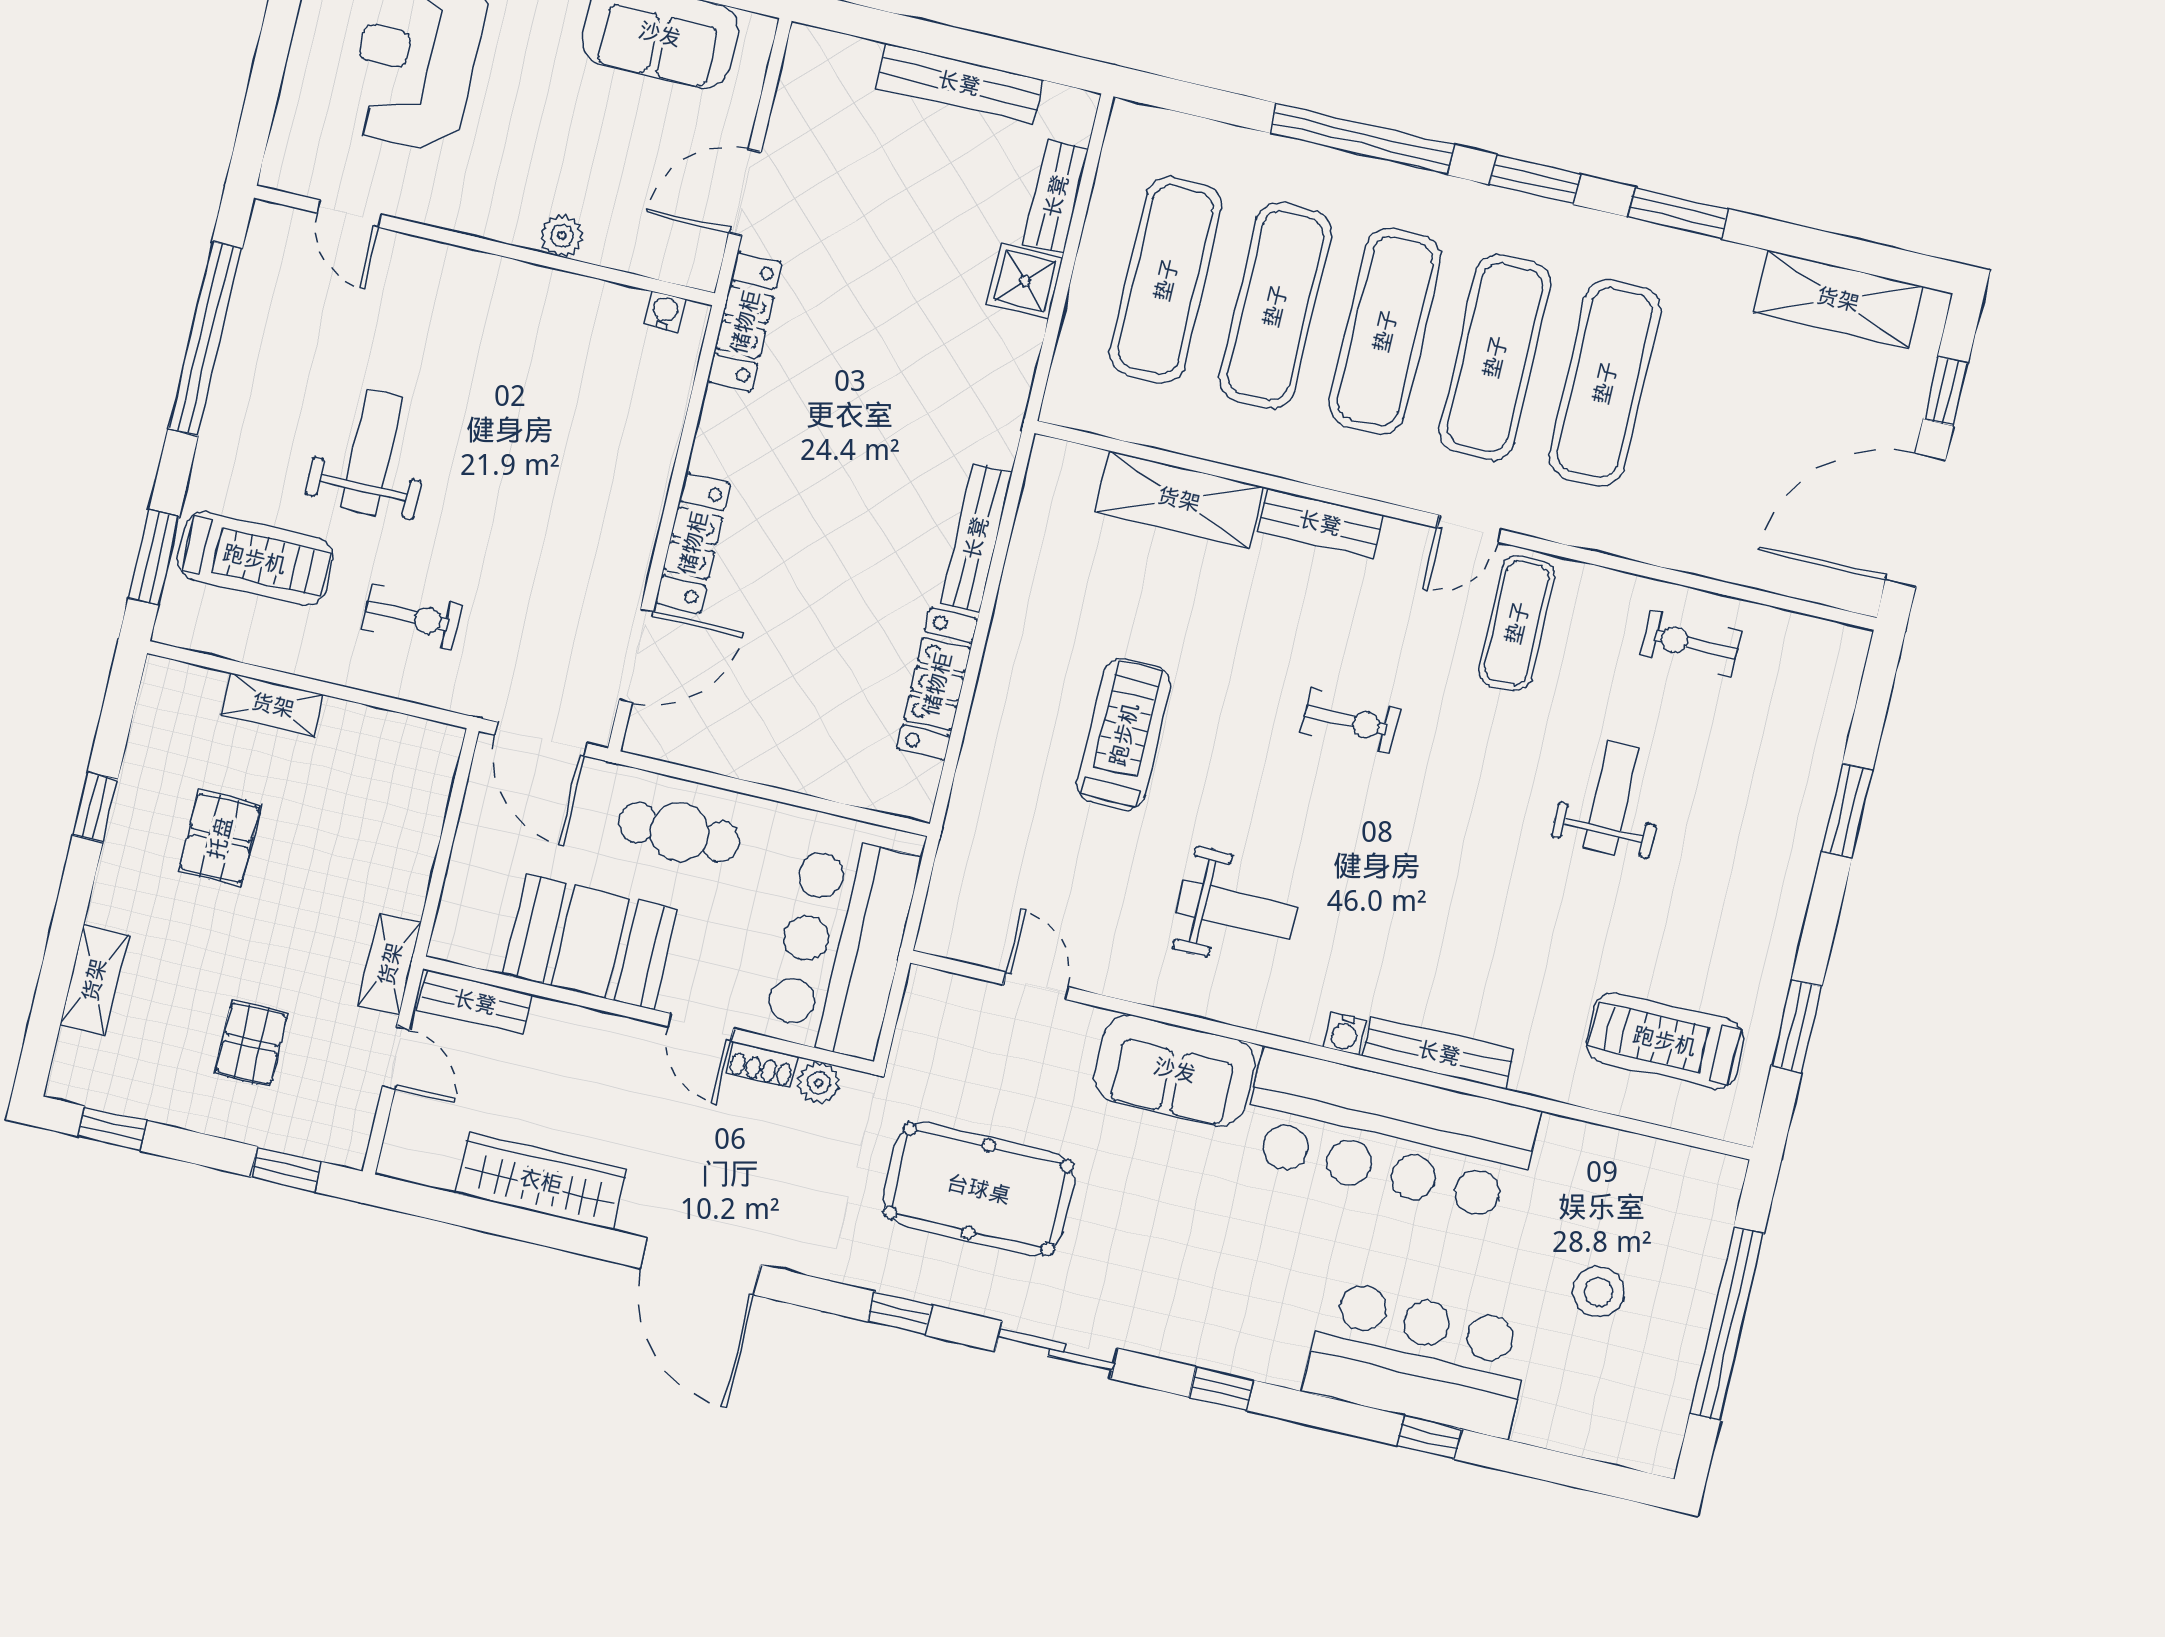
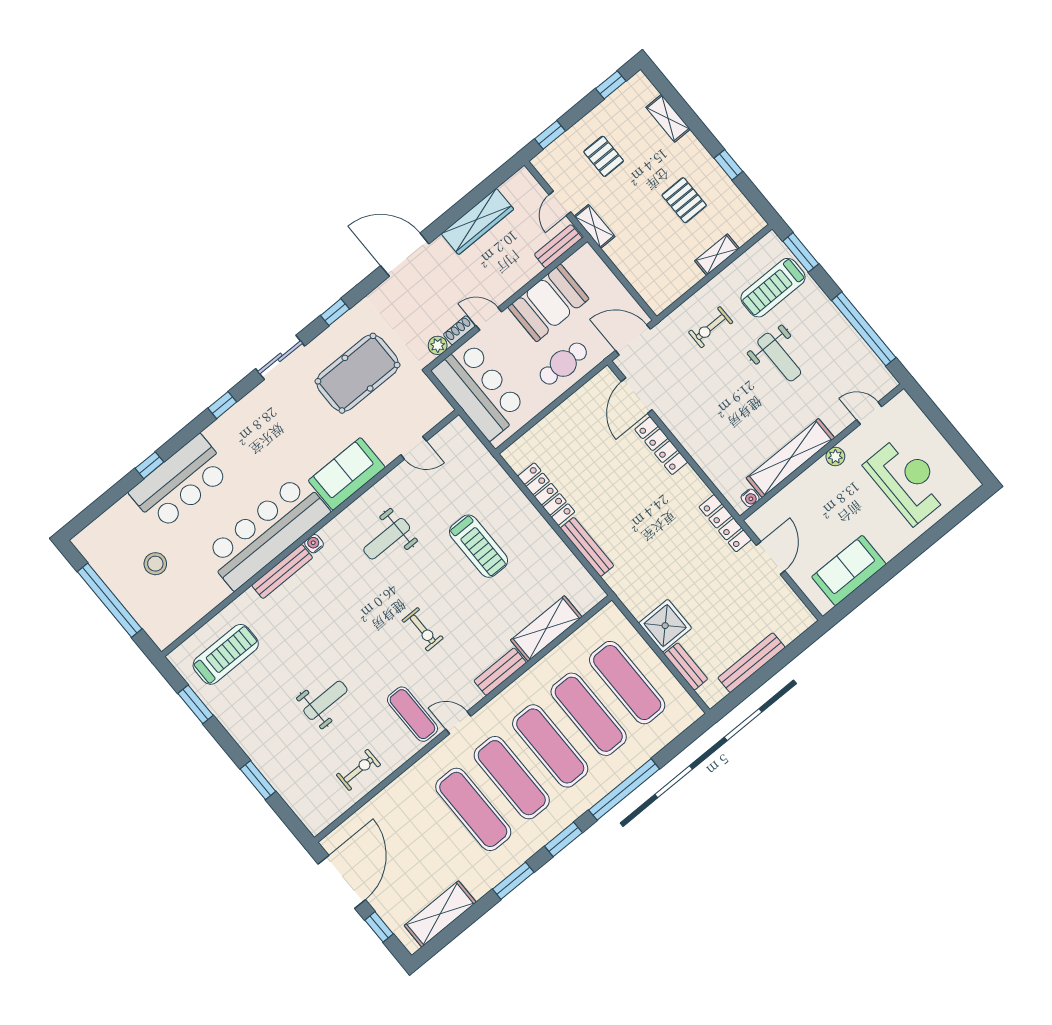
plant: (562, 236) -> (835, 457), moved
shower: (1025, 281) -> (665, 626), width x1.36, depth x1.36
shelving: (538, 294) -> (790, 458), added
door: (1469, 529) -> (458, 723), hinge flipped
exercise bike: (1350, 721) -> (423, 629), turned -90
weight bench: (1611, 798) -> (325, 700), turned -90
door: (396, 1058) -> (560, 203), hinge flipped

